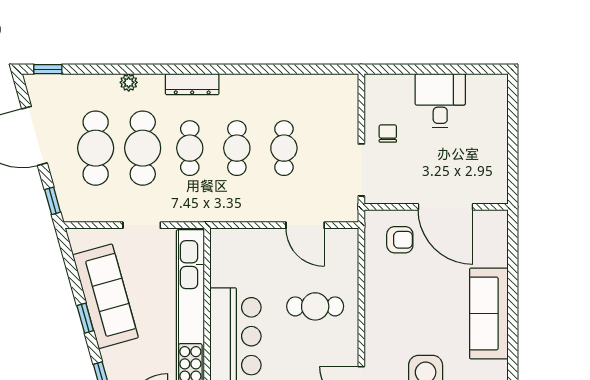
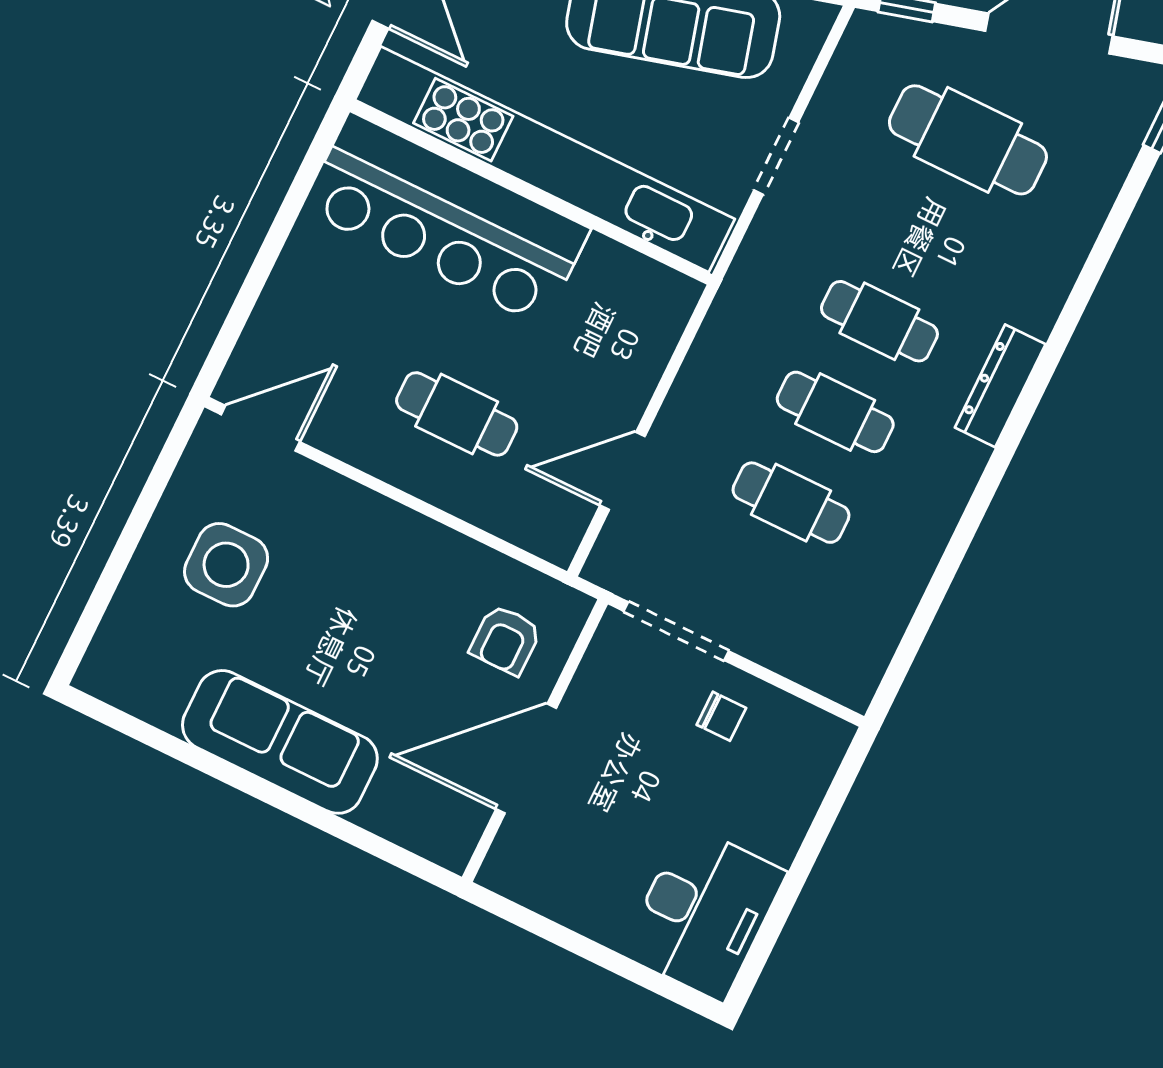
plant: (129, 82) -> (1063, 265), removed
desk: (440, 101) -> (704, 913), moved, width x1.37
cafe table: (143, 148) -> (924, 231), removed
cafe table: (315, 306) -> (457, 414), turned 90

